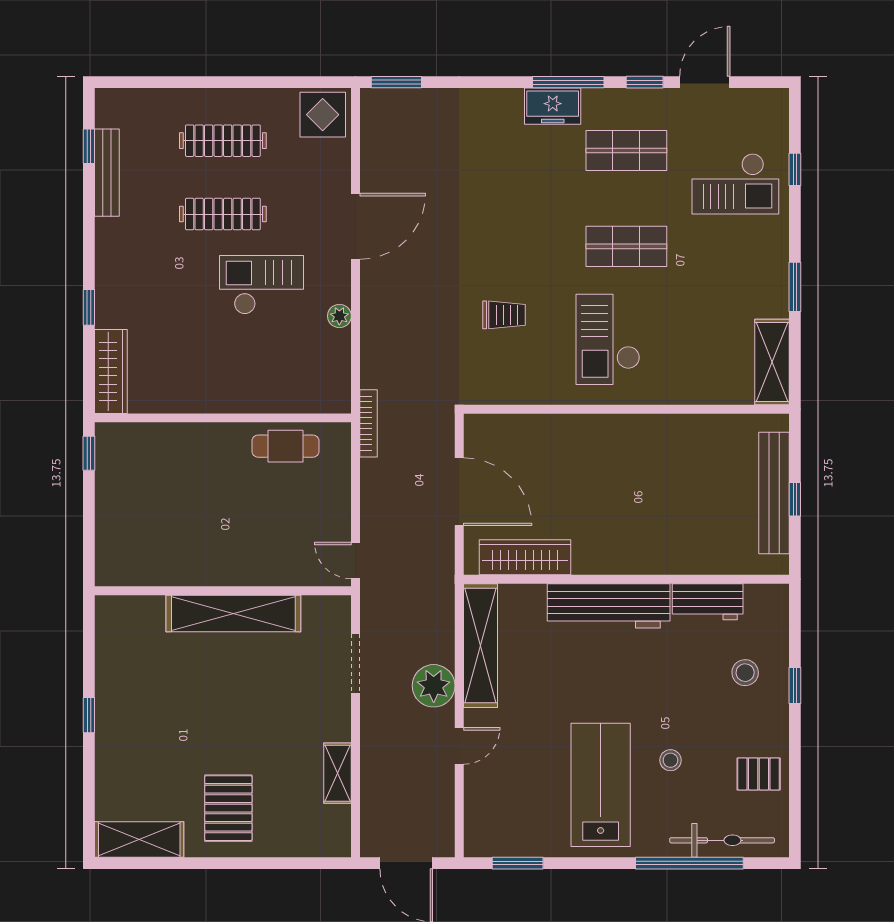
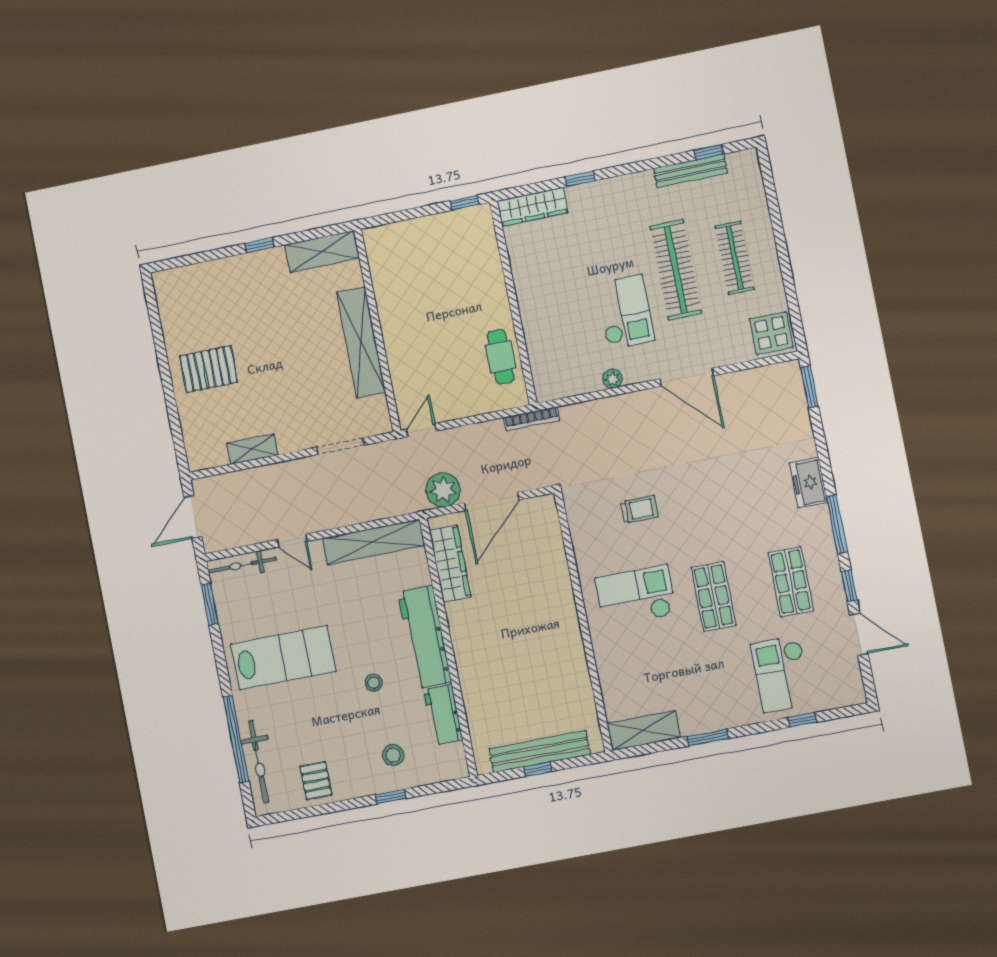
freezer: (553, 106) -> (808, 483), moved
clothes rail: (223, 214) -> (676, 270), width x1.37, depth x1.31
trolley: (504, 315) -> (639, 509), turned -90
plant: (434, 686) -> (443, 490), moved
stool: (670, 760) -> (374, 683), moved
bicycle: (477, 814) -> (242, 565), added
shelving: (139, 839) -> (322, 251), moved, turned 90

